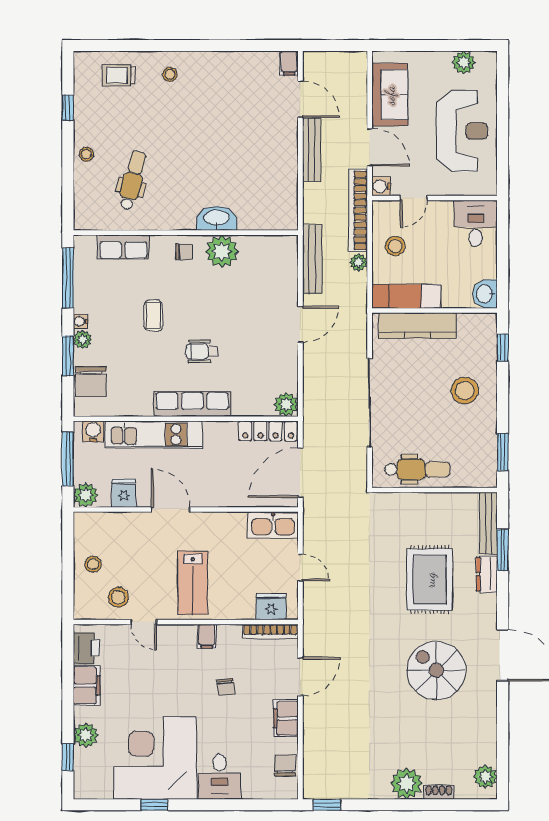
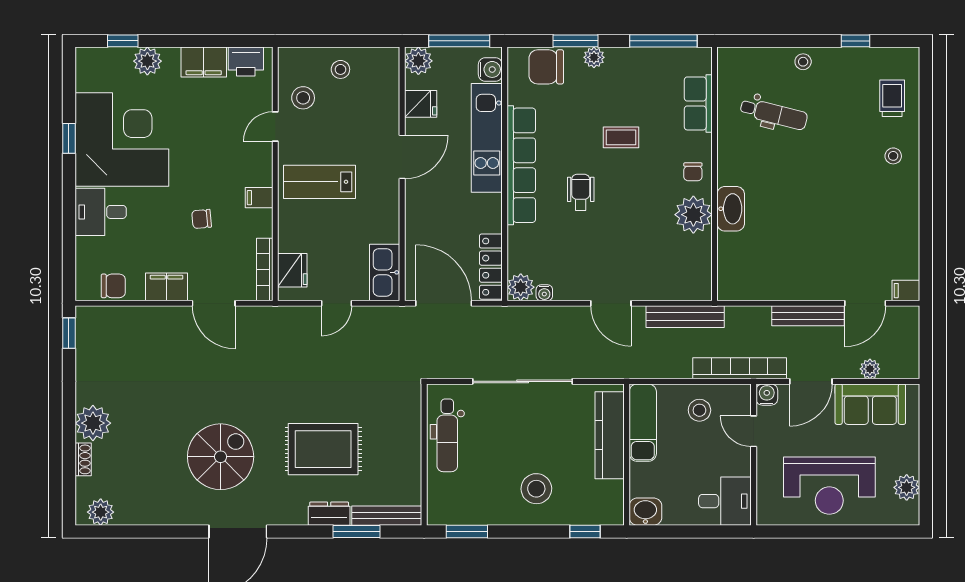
plant: (359, 262) -> (870, 369), moved
water cooler: (80, 321) -> (544, 293), moved, turned 180
row of seats: (192, 404) -> (521, 165), width x1.36

